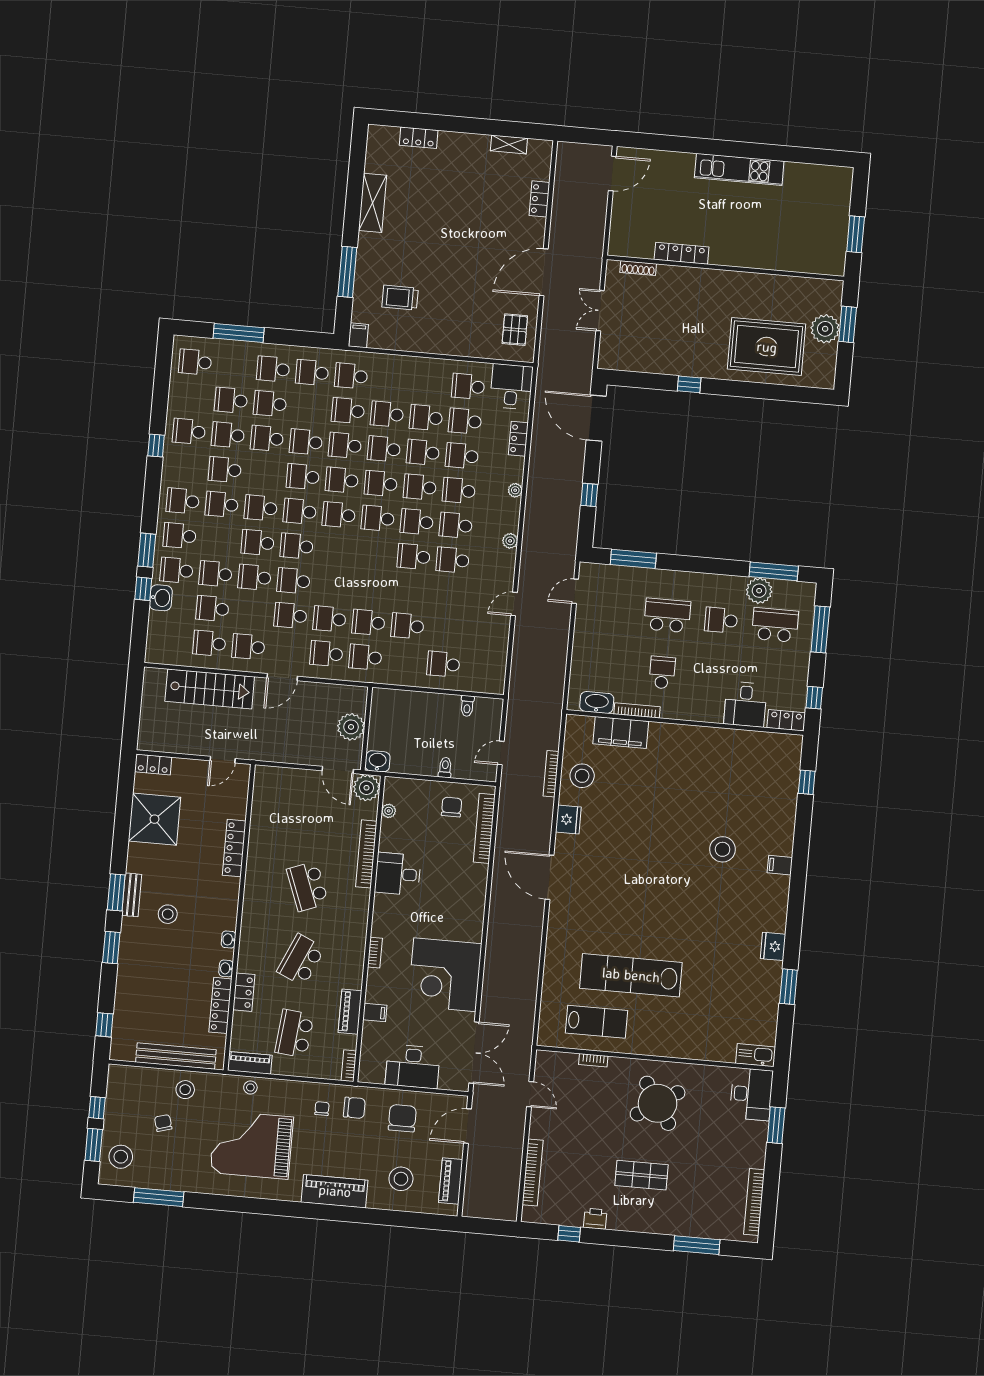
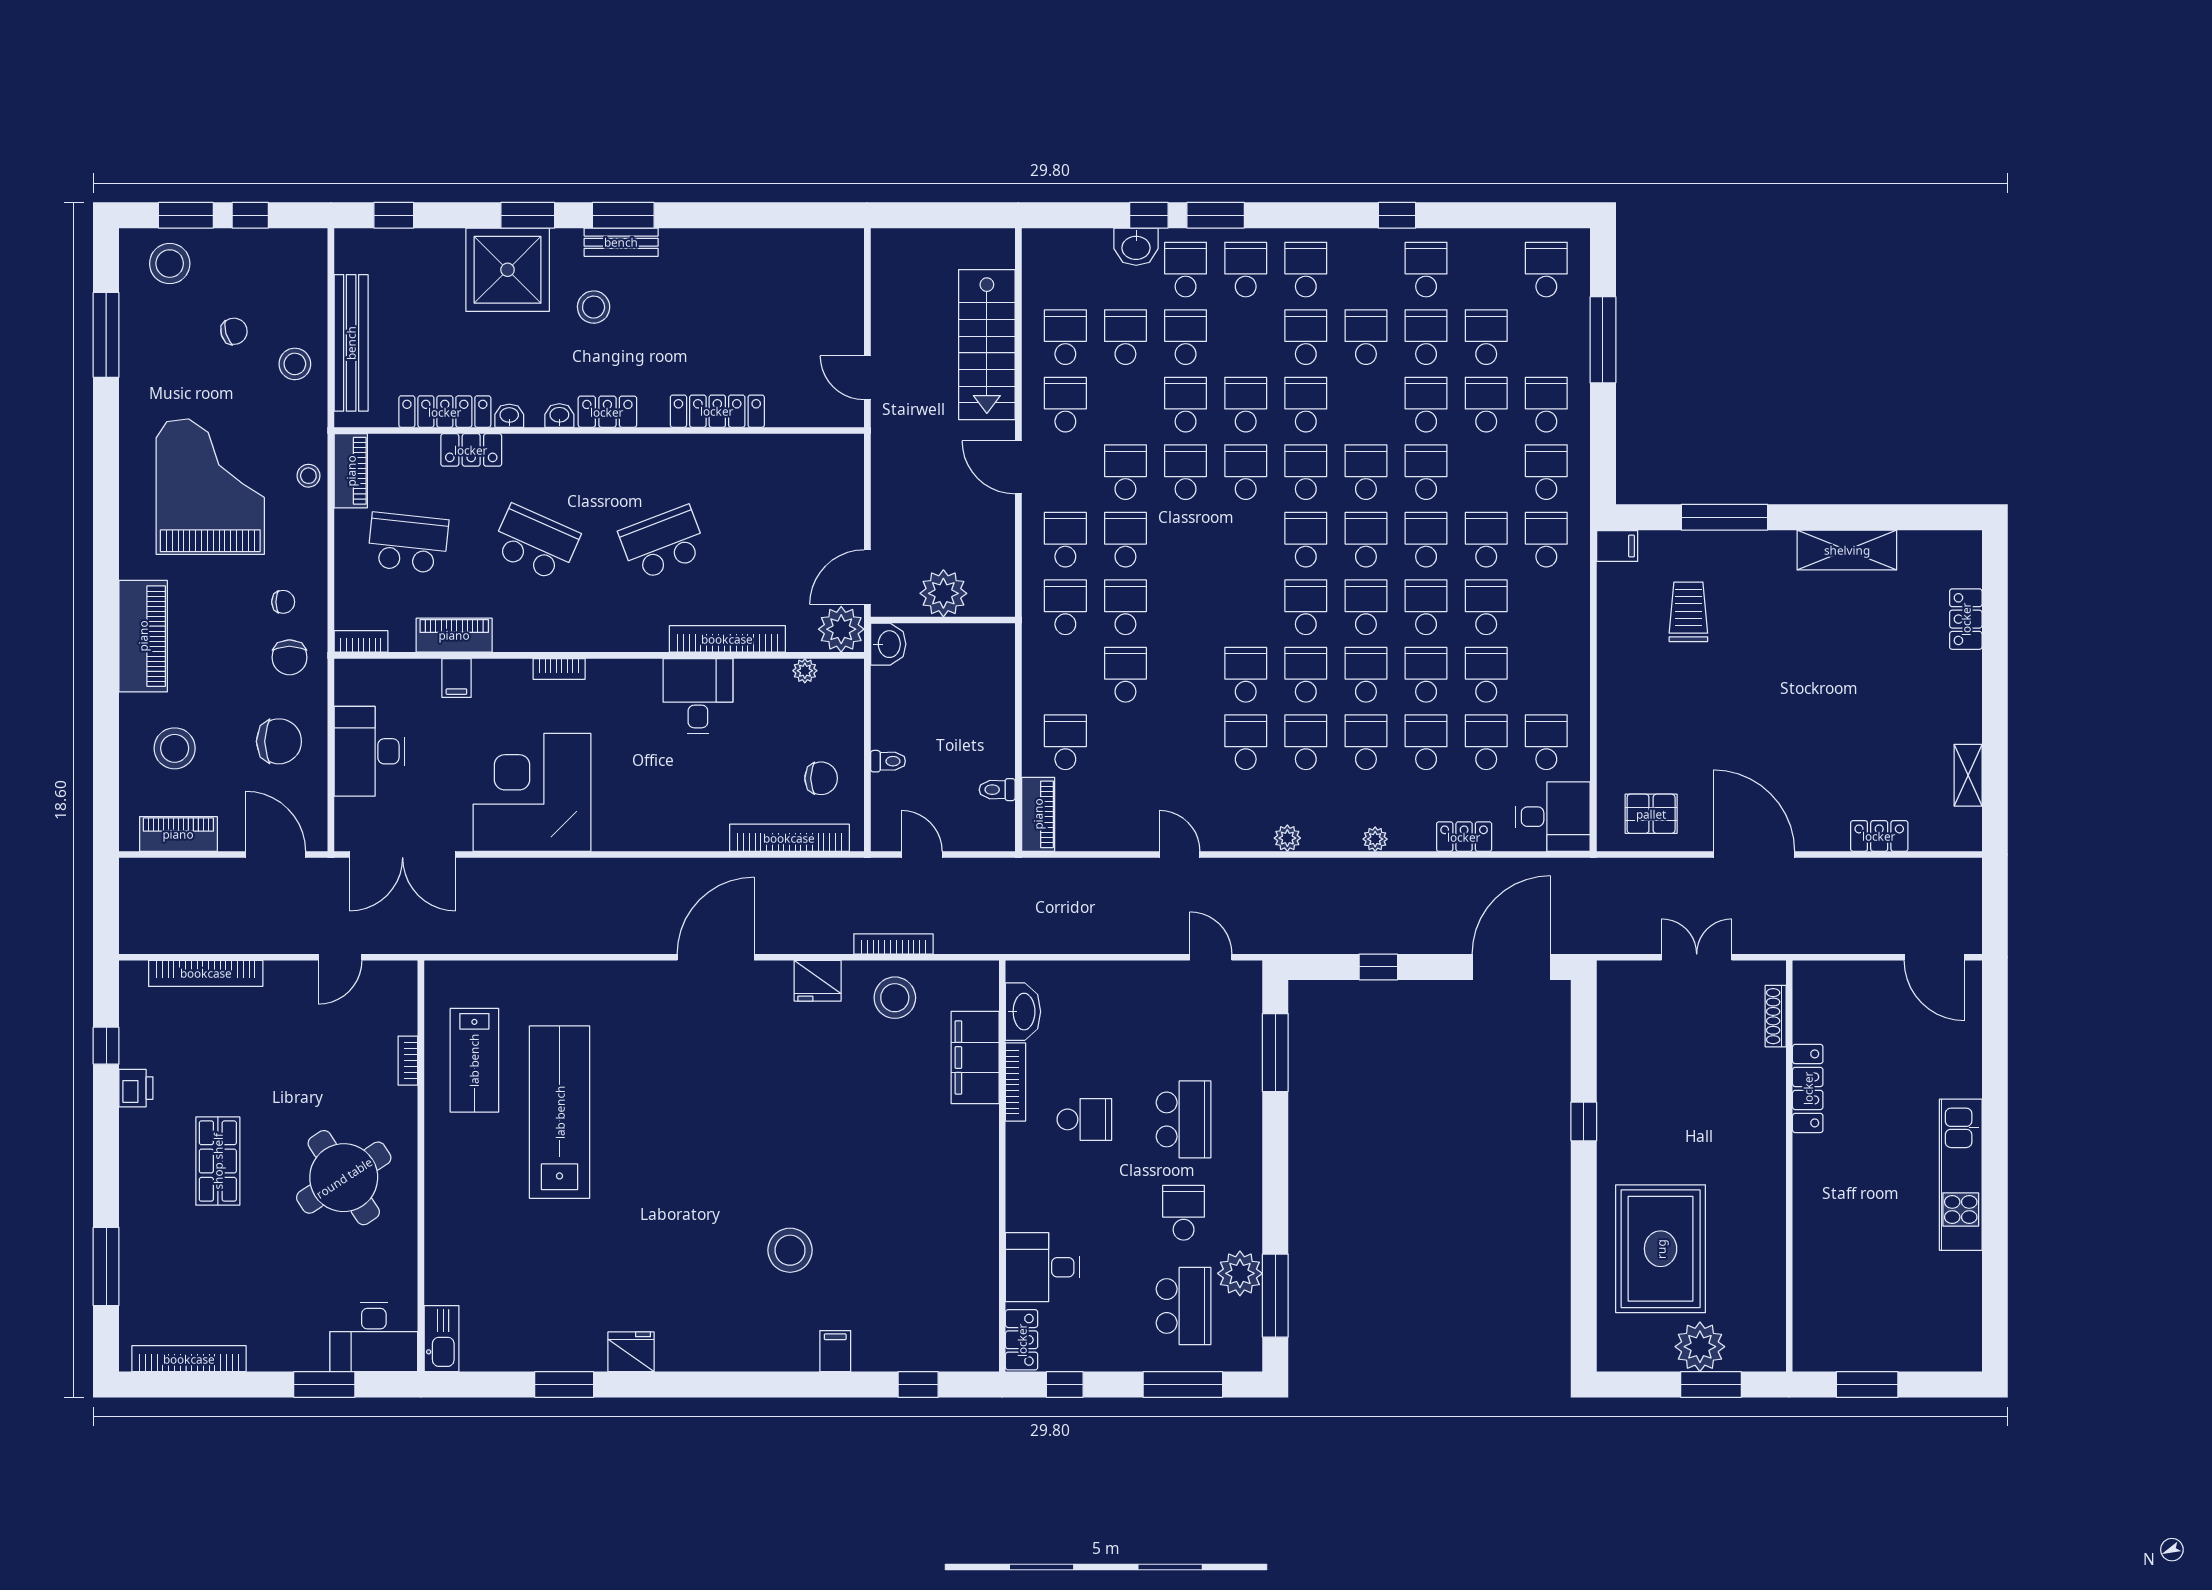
piano: (484, 684) -> (1038, 814), added
locker: (153, 764) -> (607, 412), moved, turned 90
shower: (154, 819) -> (508, 270), moved
filing cabinet: (780, 865) -> (835, 1351), moved

